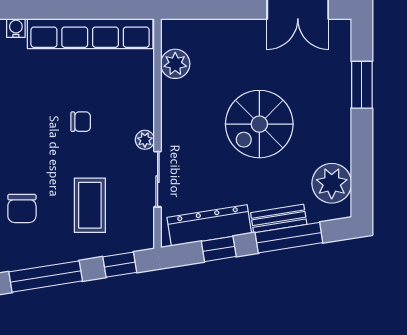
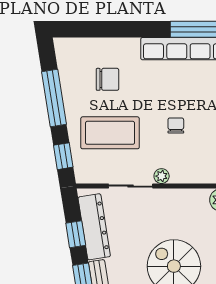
chair: (81, 122) -> (176, 126), turned 180
coffee table: (90, 205) -> (110, 133), width x1.36, depth x1.32
chair: (22, 208) -> (108, 79), turned 180

